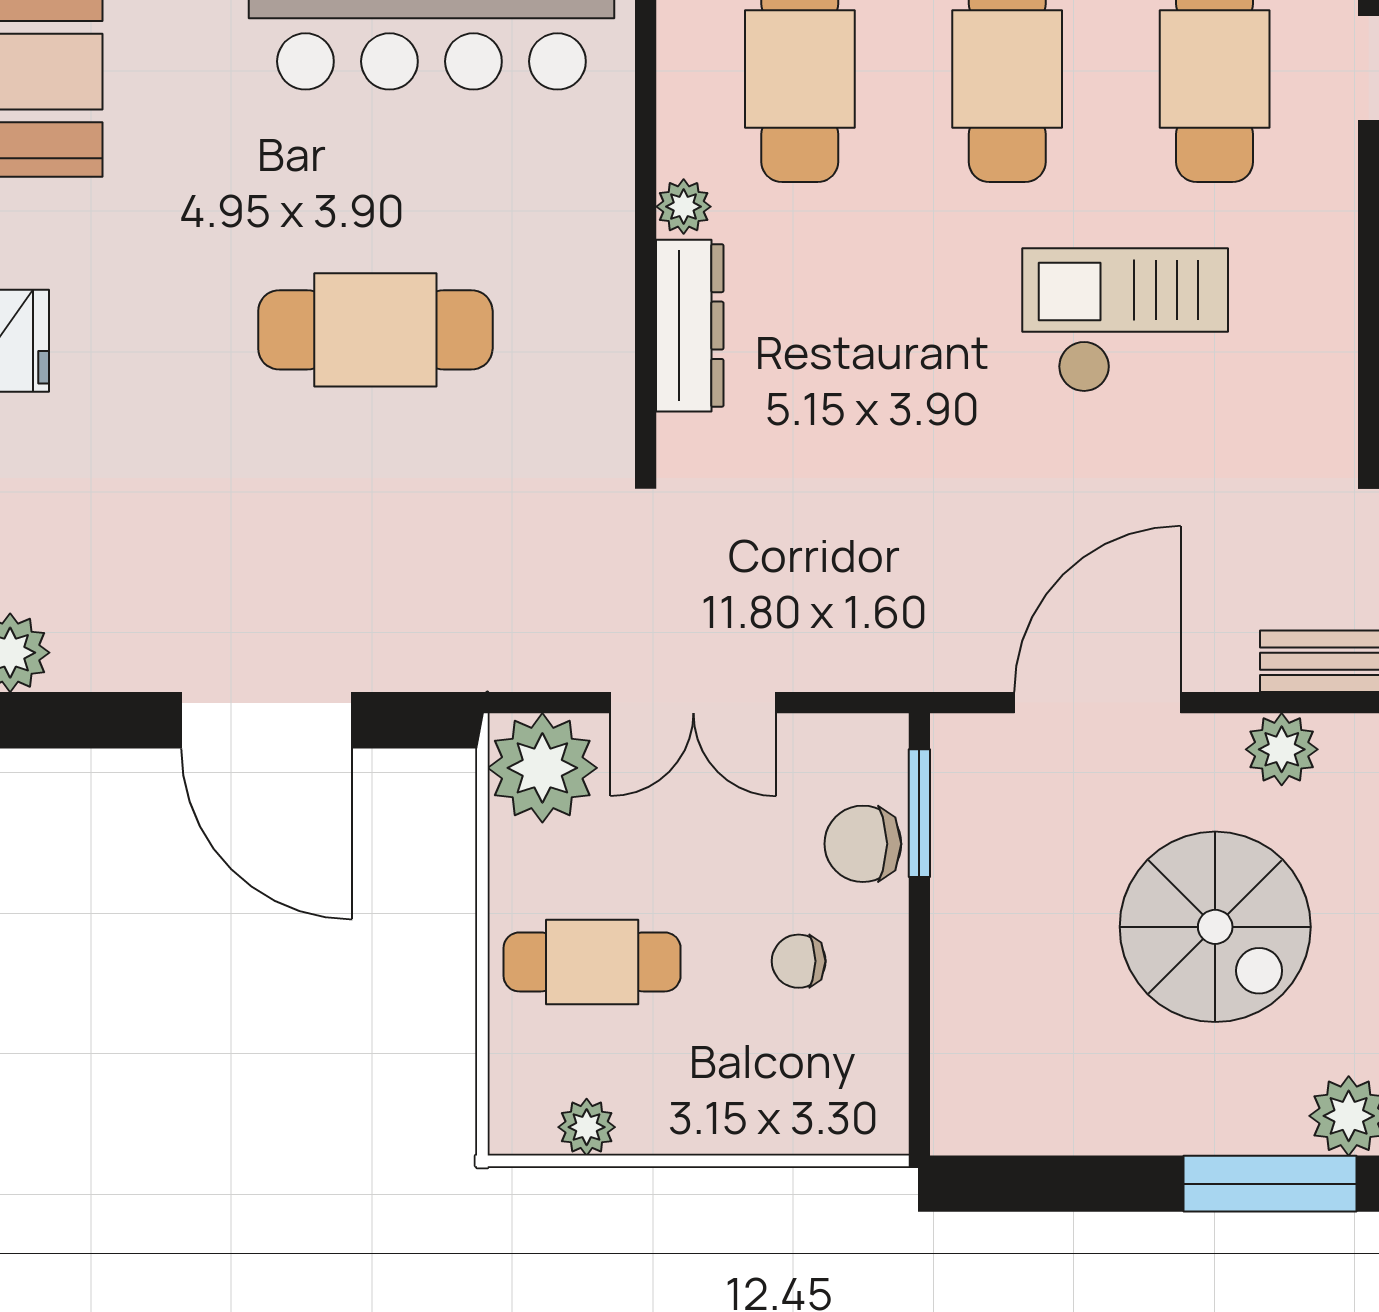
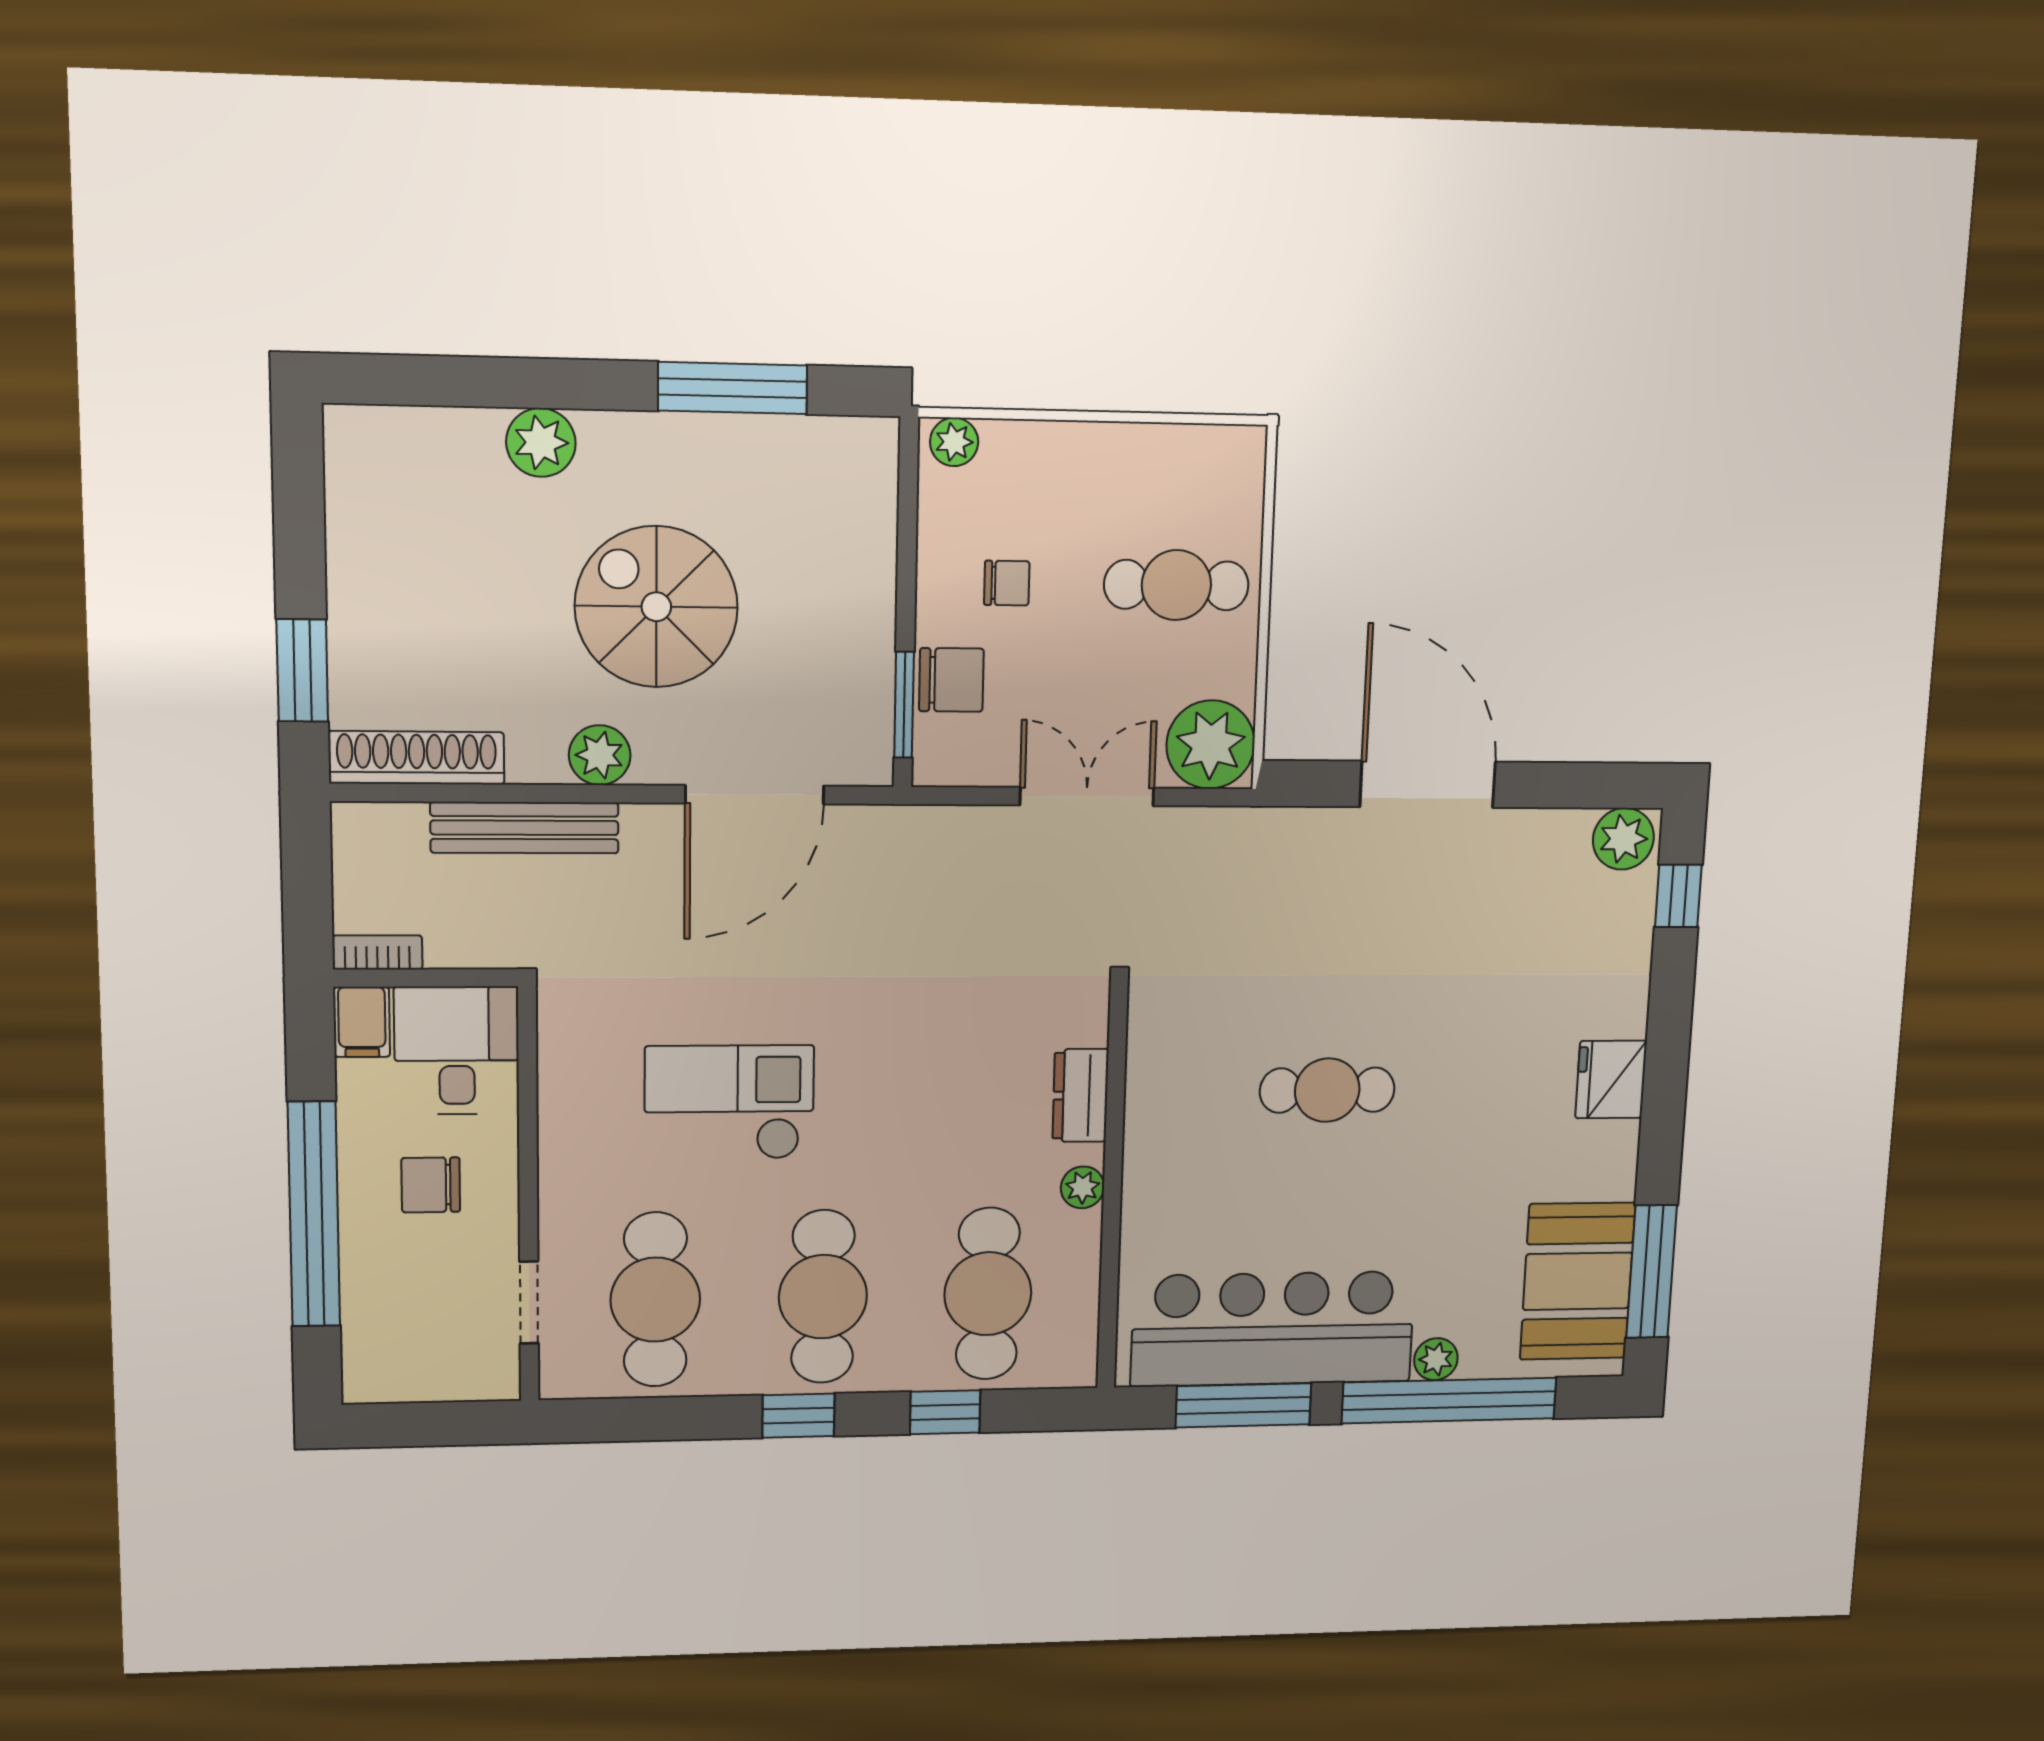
checkout: (1125, 320) -> (729, 1103), turned 180
dresser: (690, 326) -> (1080, 1096), width x0.70
cafe table: (375, 330) -> (1327, 1090), width x0.73, depth x0.74
plant: (587, 1127) -> (954, 442), moved
window: (1270, 1184) -> (733, 388), moved

